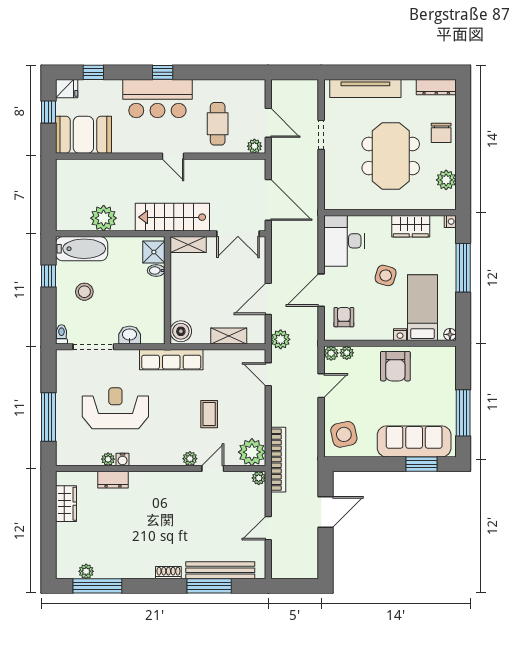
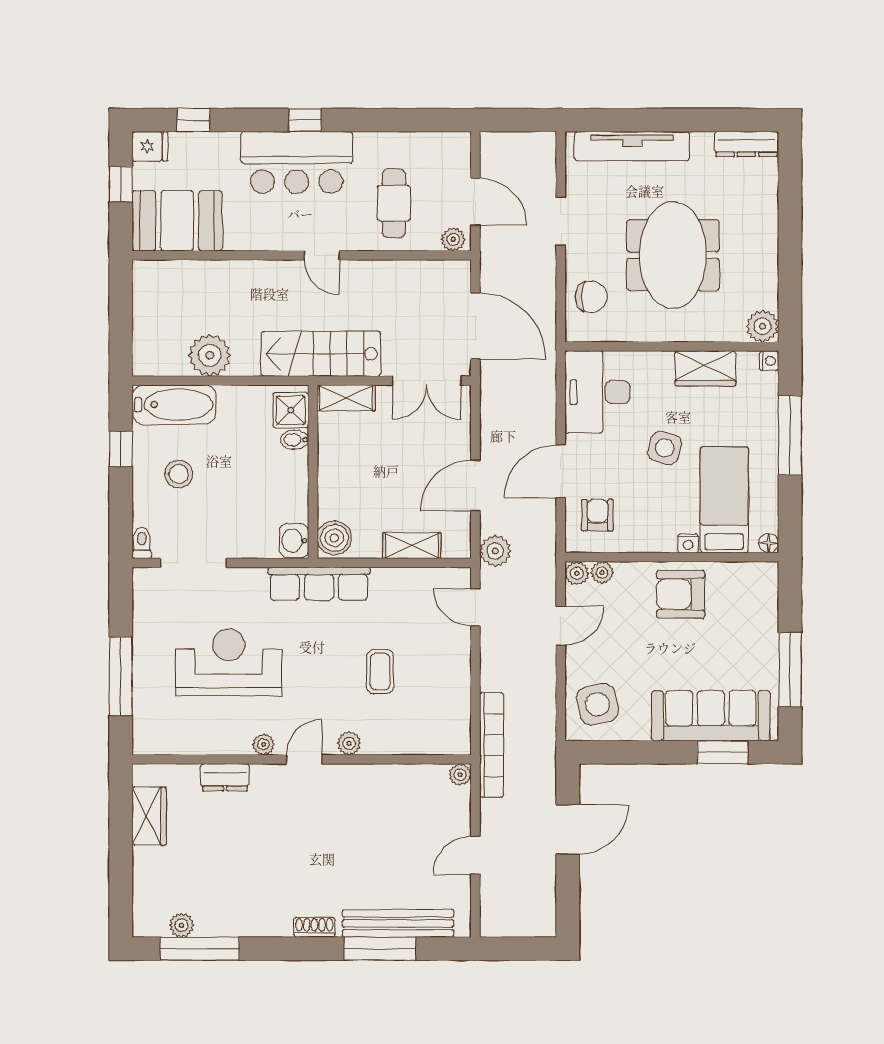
chair: (441, 133) -> (591, 297), moved, turned -87
plant: (446, 180) -> (763, 326), moved
washbasin: (130, 335) -> (294, 541), moved, turned -90
armchair: (395, 366) -> (681, 594), turned 90
plant: (252, 452) -> (449, 733), removed
plant: (108, 459) -> (264, 744), moved
water cooler: (123, 459) -> (240, 745), removed
door: (213, 469) -> (304, 759), moved

